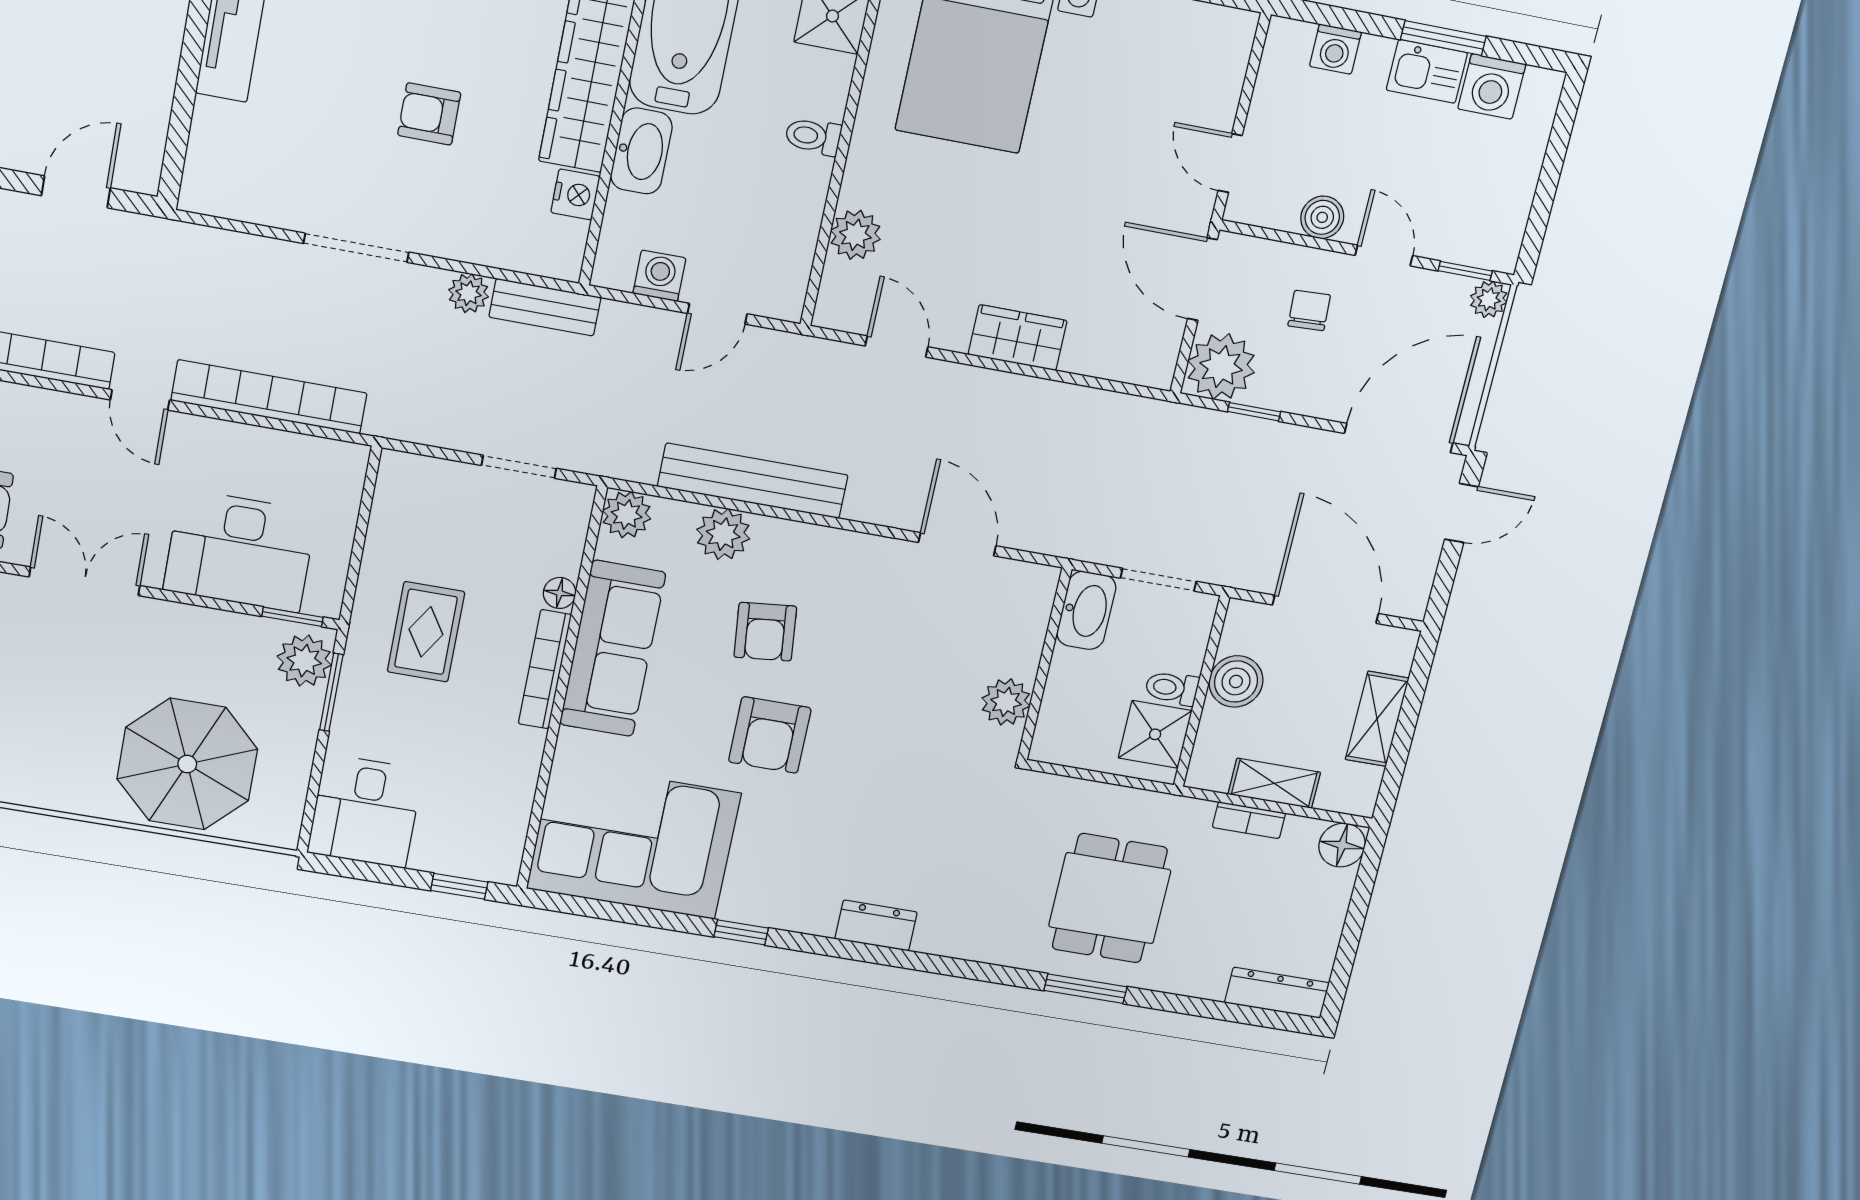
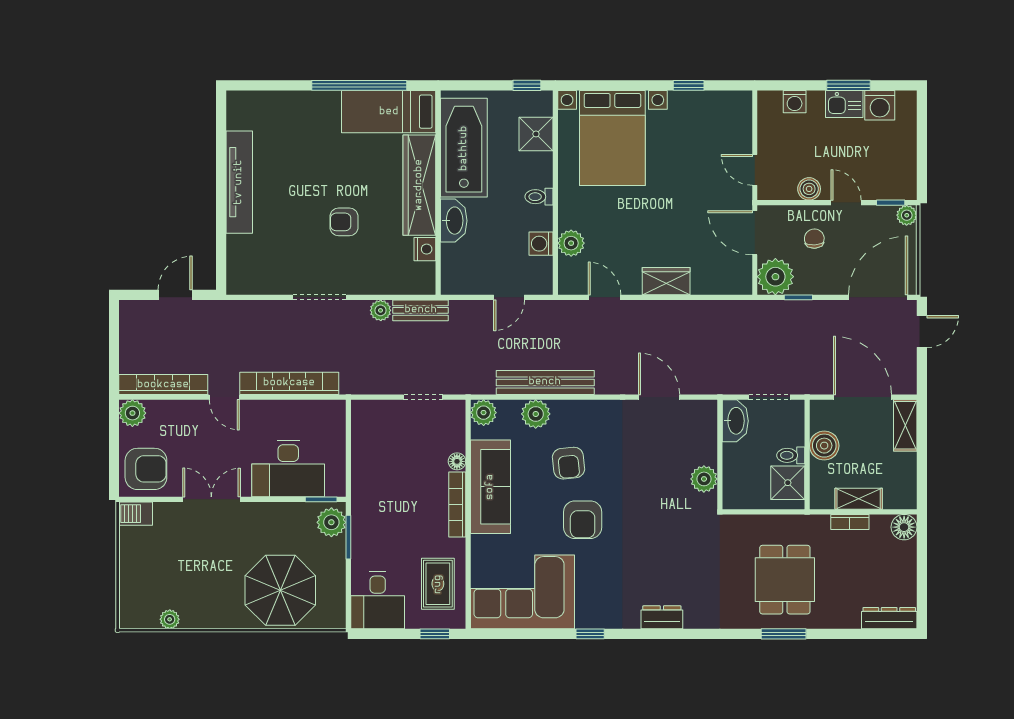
washing machine: (659, 276) -> (541, 244), moved, turned -90
rug: (426, 632) -> (438, 584), moved
shelving: (1377, 719) -> (905, 425), moved

